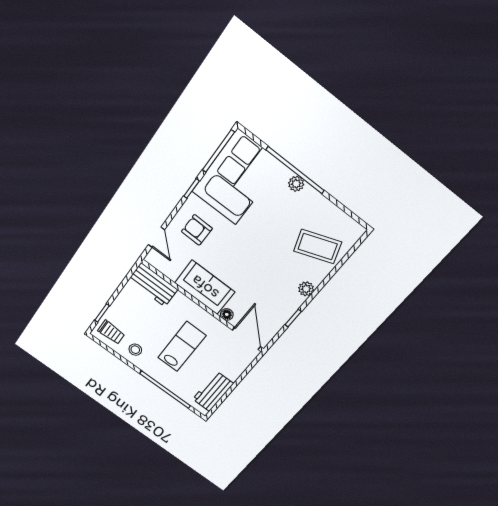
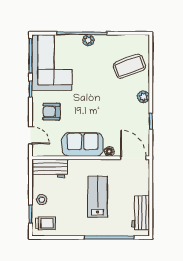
stool: (135, 350) -> (42, 200), moved

